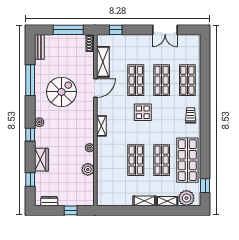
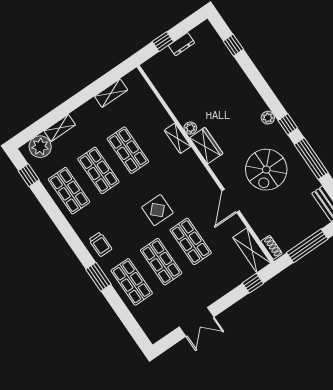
double door: (165, 30) -> (197, 322), swing flipped
shelving: (103, 62) -> (252, 250), moved
window: (205, 97) -> (98, 277), added
shelving: (101, 126) -> (178, 138), moved
window: (30, 135) -> (288, 124), moved
wardrobe: (41, 160) -> (206, 146), moved, turned 180
shop shelf: (187, 160) -> (69, 191), width x0.70, depth x0.74
plant: (88, 169) -> (175, 102), removed
dresser: (49, 201) -> (182, 44), moved
shelving: (144, 201) -> (111, 93), moved

